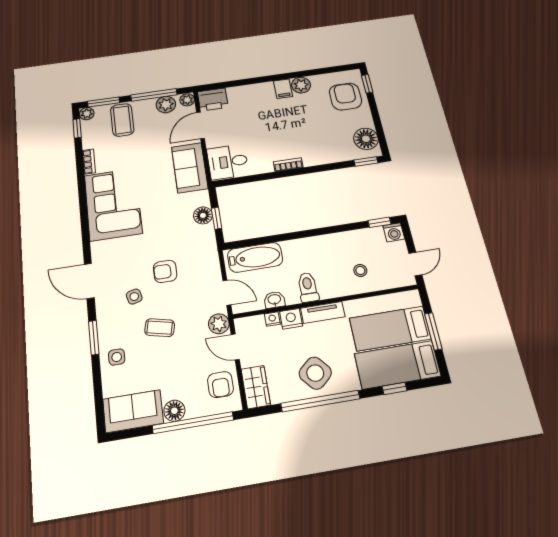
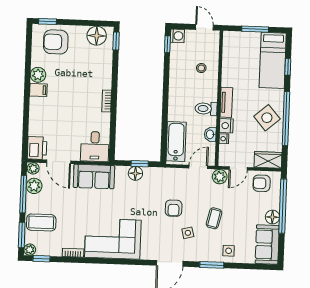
bed: (390, 328) -> (247, 58), removed
armchair: (220, 385) -> (262, 183), turned 180

